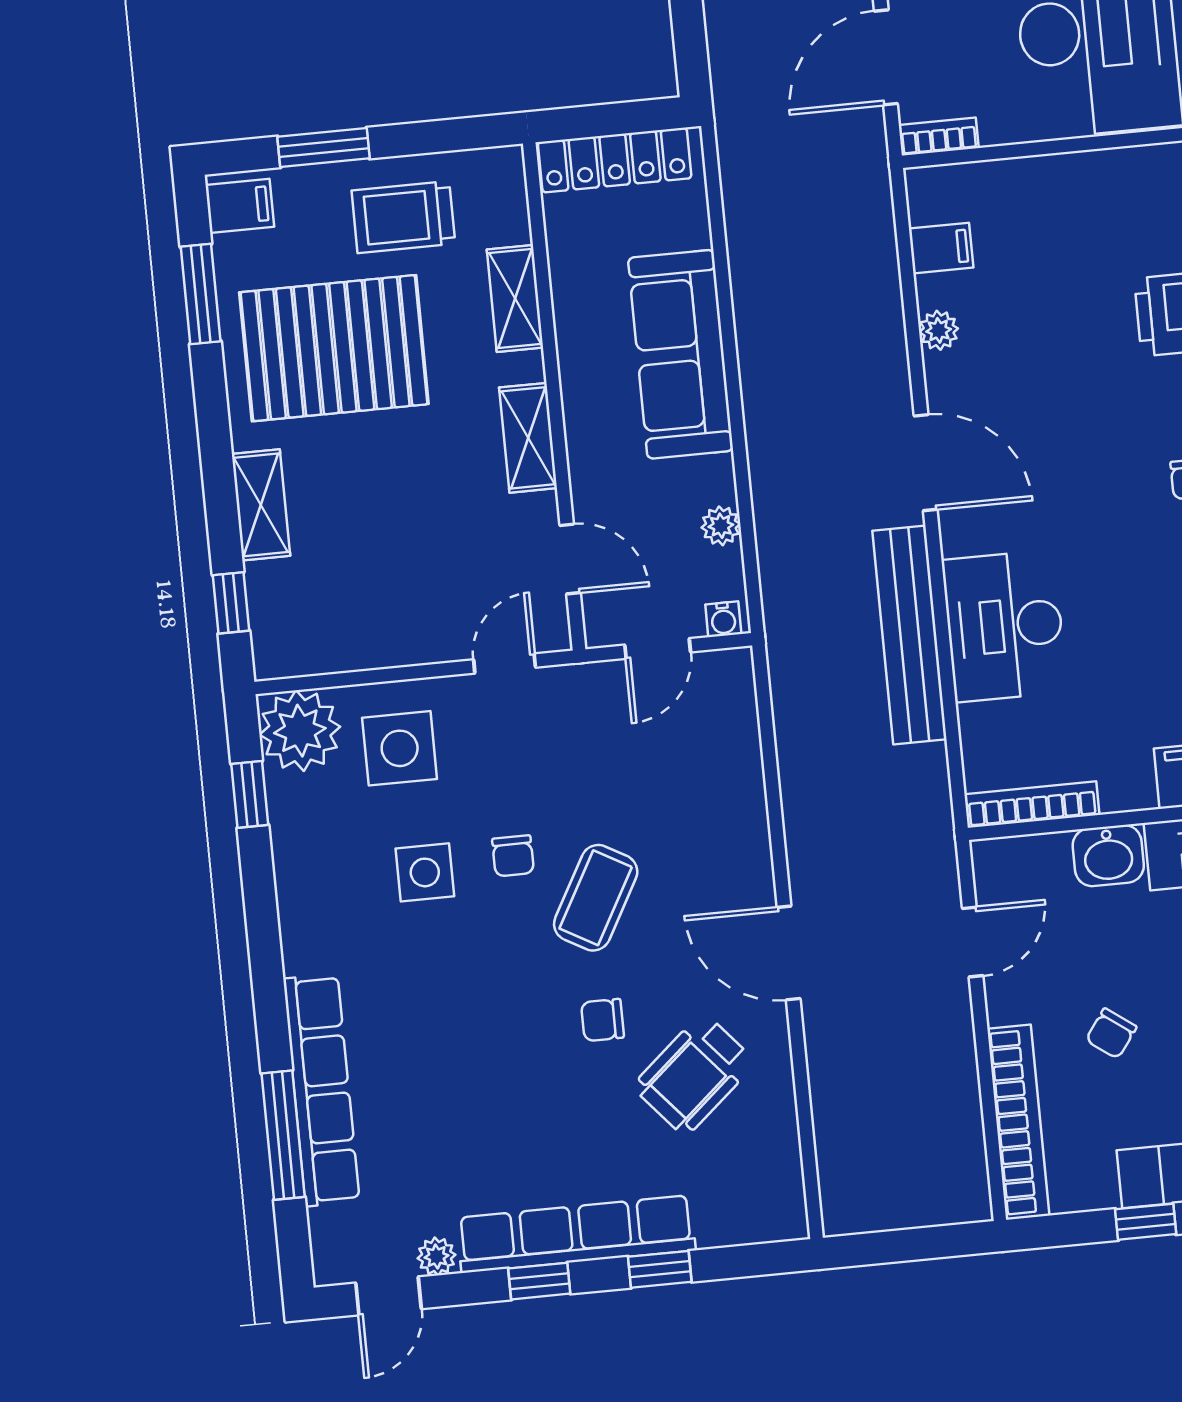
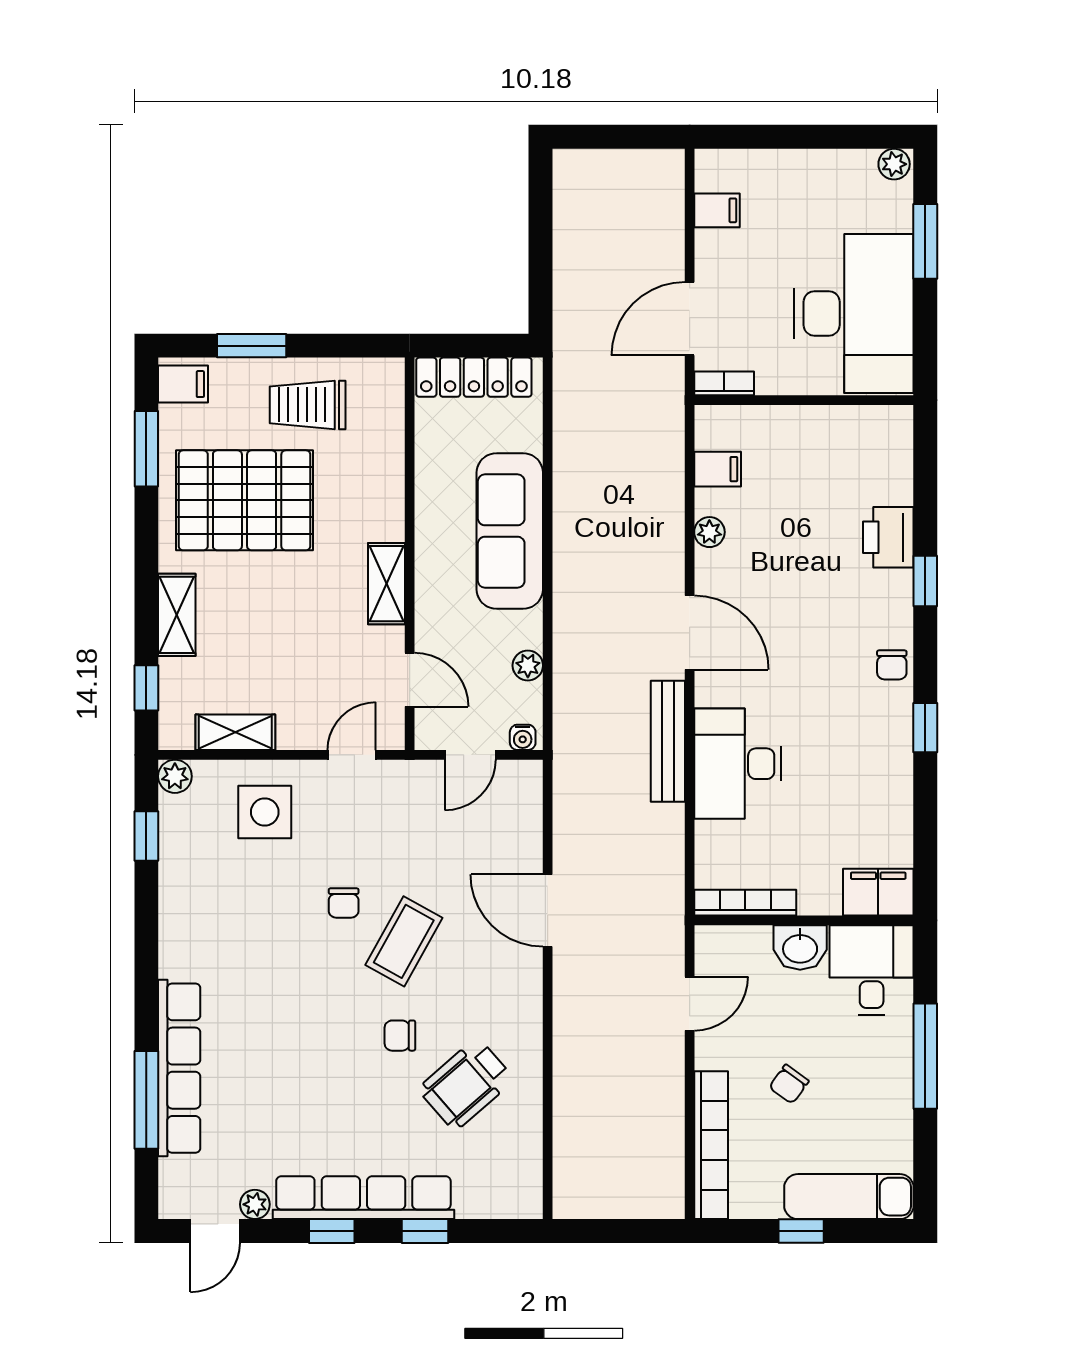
shelving: (515, 299) -> (235, 732), moved, turned 90
bench: (909, 635) -> (668, 741), width x0.73, depth x0.82
plant: (300, 731) -> (175, 776), width x0.53, depth x0.53
side table: (425, 872) -> (275, 909), removed
door: (789, 953) -> (548, 911), moved

